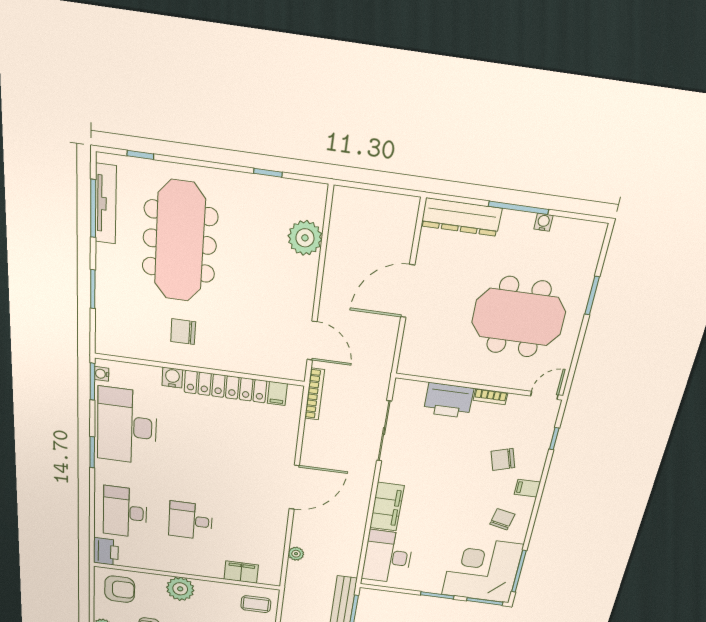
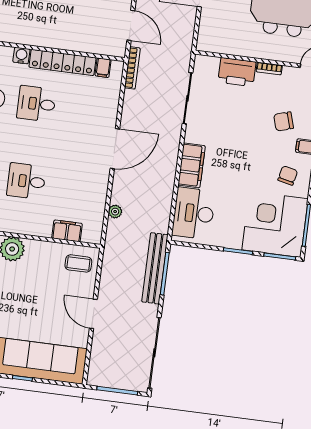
chair: (183, 332) -> (33, 19), removed
desk: (196, 435) -> (36, 104), added

